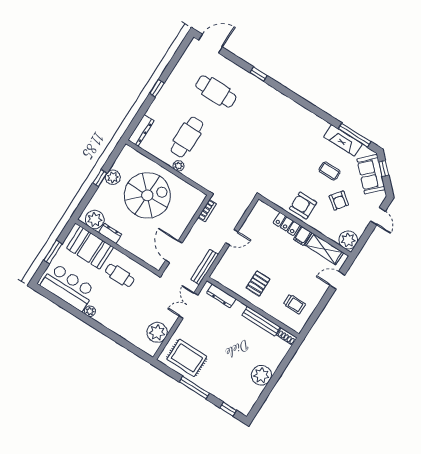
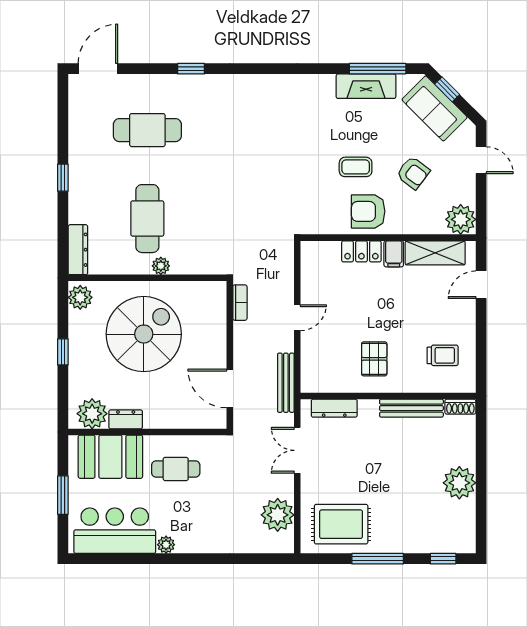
coffee table: (329, 171) -> (356, 167), moved
plant: (113, 177) -> (80, 297), moved

